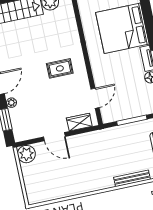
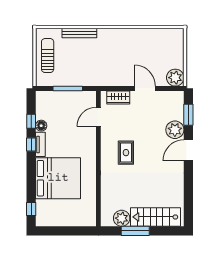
rug: (60, 68) -> (126, 153), turned 90
plant: (11, 103) -> (175, 130), width x1.87, depth x1.87

